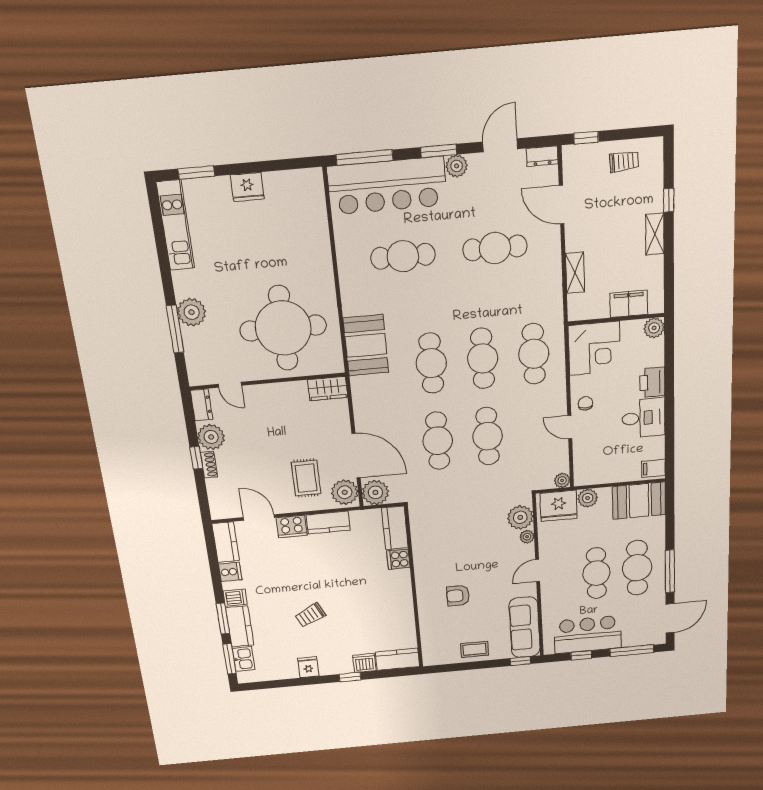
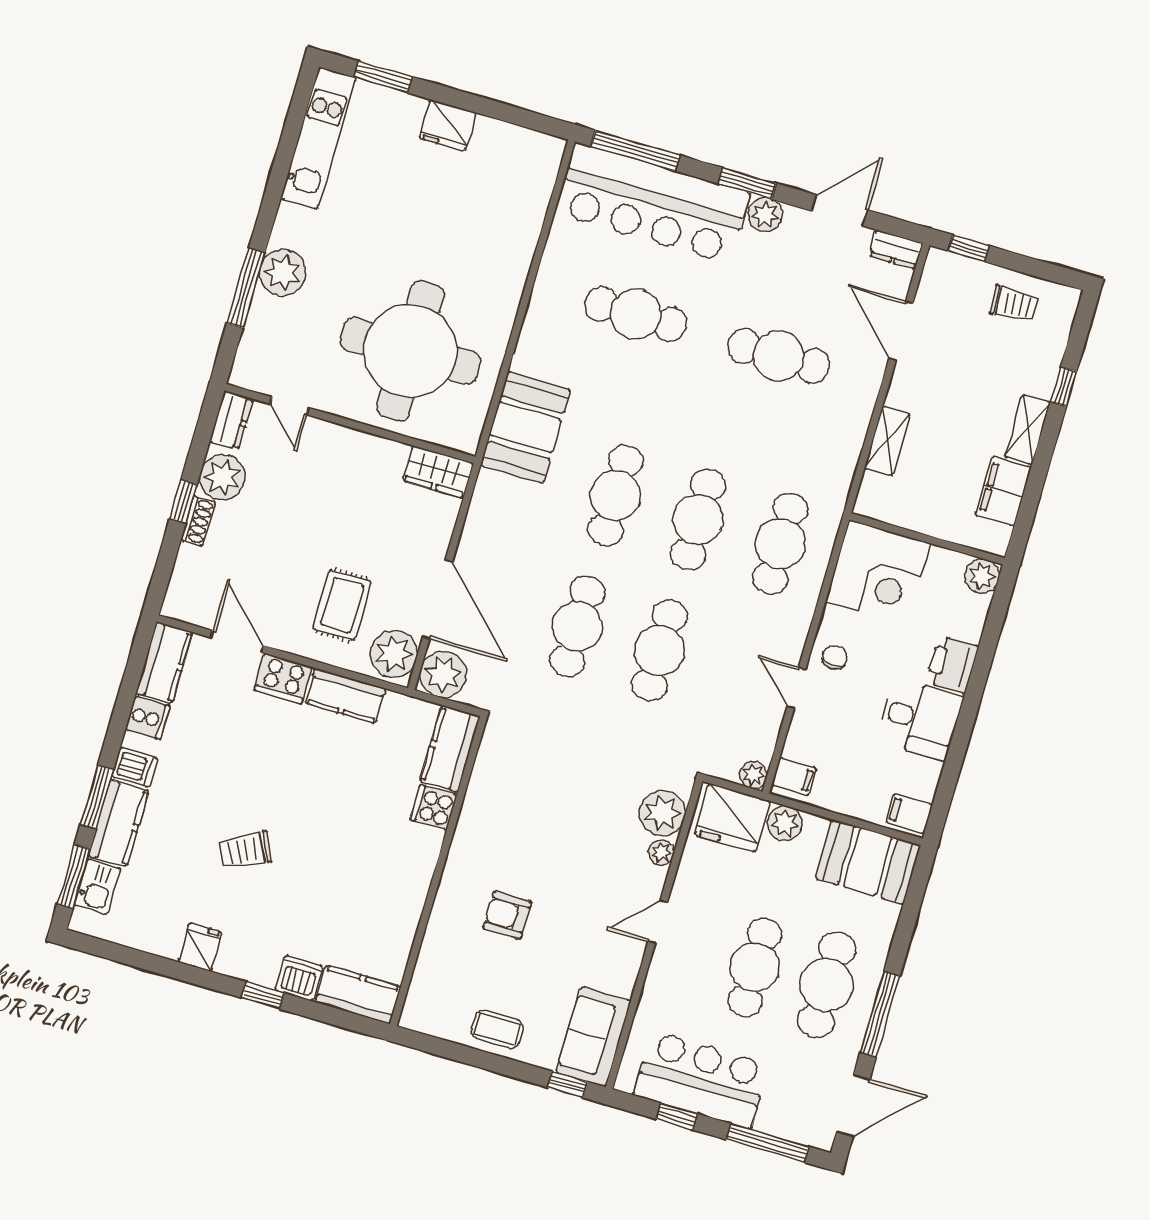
filing cabinet: (629, 304) -> (1003, 491), moved, turned -90
filing cabinet: (584, 473) -> (794, 777), added
sofa: (525, 627) -> (594, 1037), width x0.73

